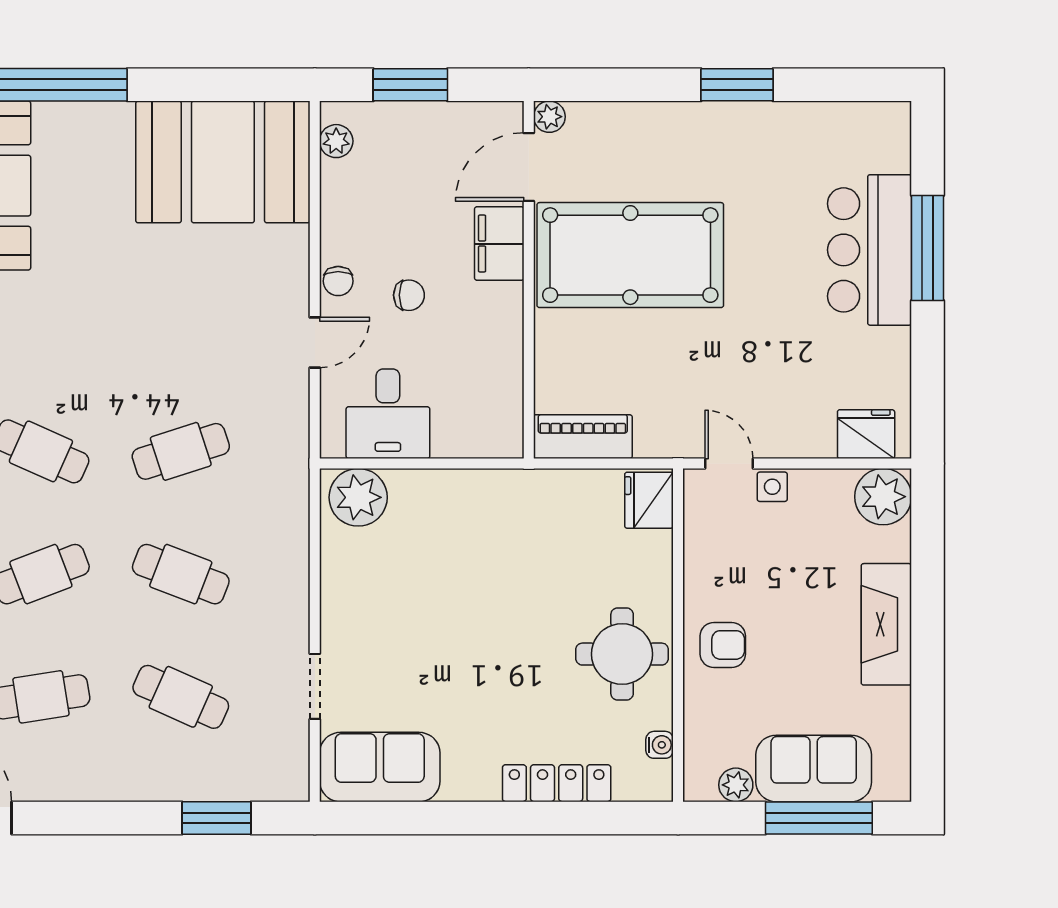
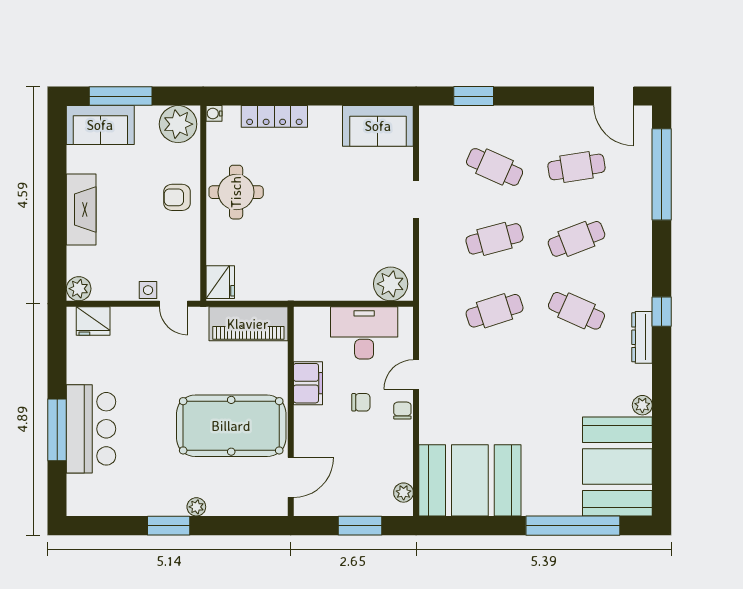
plant: (549, 117) -> (196, 507), moved
filing cabinet: (499, 244) -> (308, 383), moved
chair: (409, 295) -> (361, 402), turned 180
desk: (388, 414) -> (364, 333), width x1.37
piano: (583, 437) -> (248, 324), width x1.37, depth x1.33
plant: (883, 497) -> (79, 289), width x0.73, depth x0.73
cafe table: (181, 574) -> (495, 239), turned -36
doorway: (315, 686) -> (416, 199), moved
water cooler: (660, 745) -> (214, 113), moved
sofa: (814, 768) -> (100, 125), moved
plant: (736, 785) -> (178, 124), width x1.88, depth x1.88

